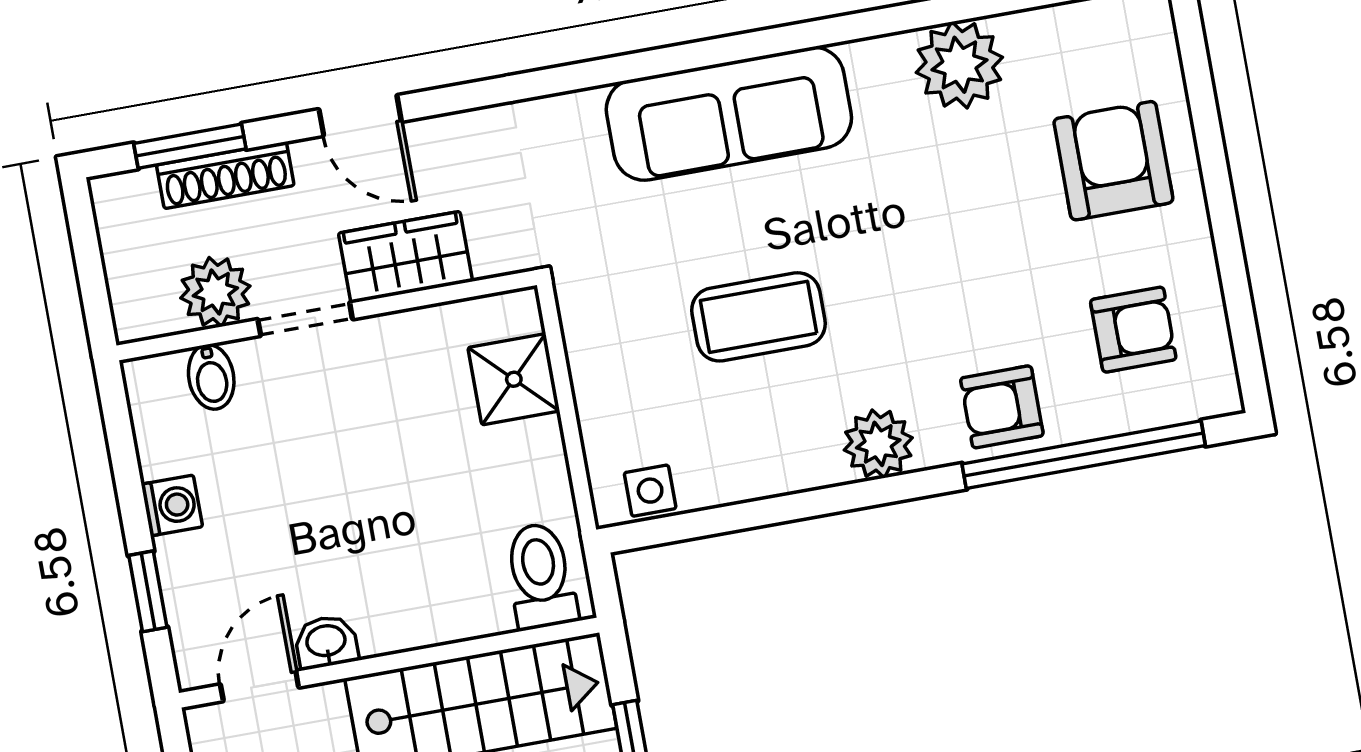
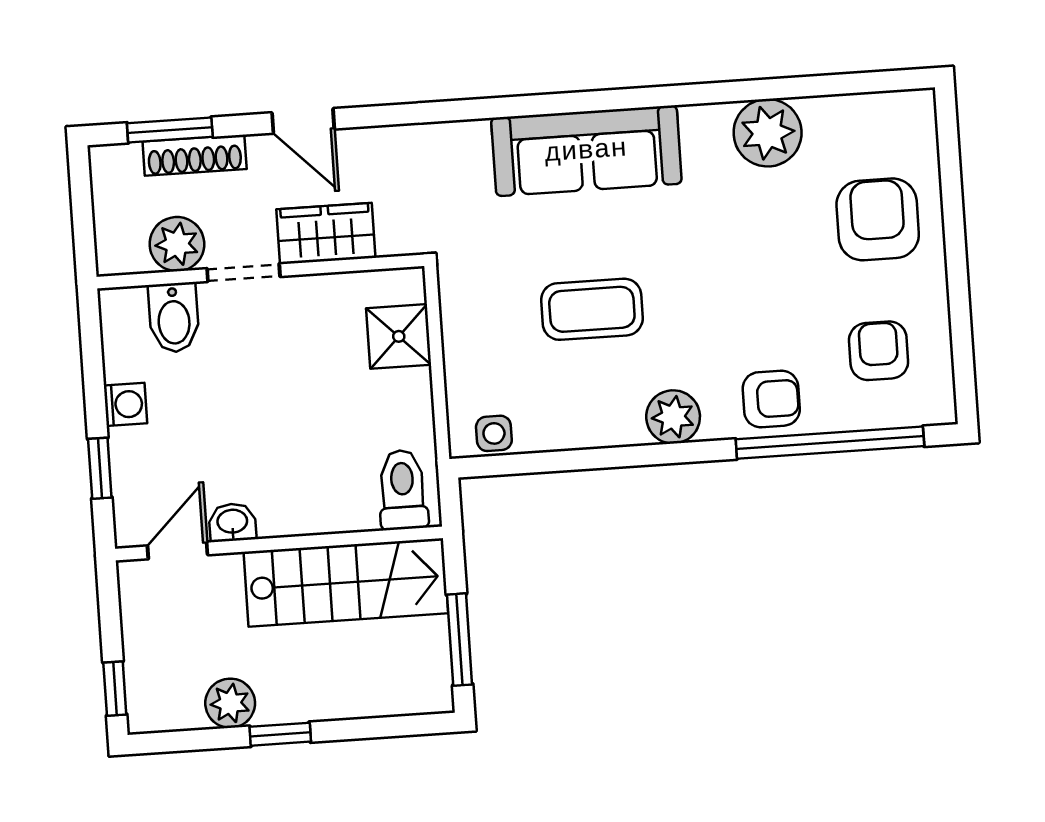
armchair: (1133, 330) -> (879, 351), turned -90
bidet: (211, 377) -> (174, 318), width x1.38, depth x1.36
armchair: (1002, 407) -> (771, 399), turned 180

